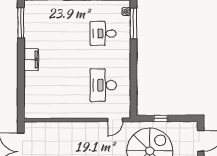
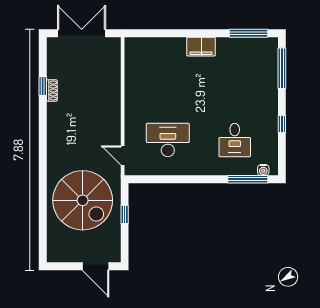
desk: (103, 34) -> (235, 140), turned 180

